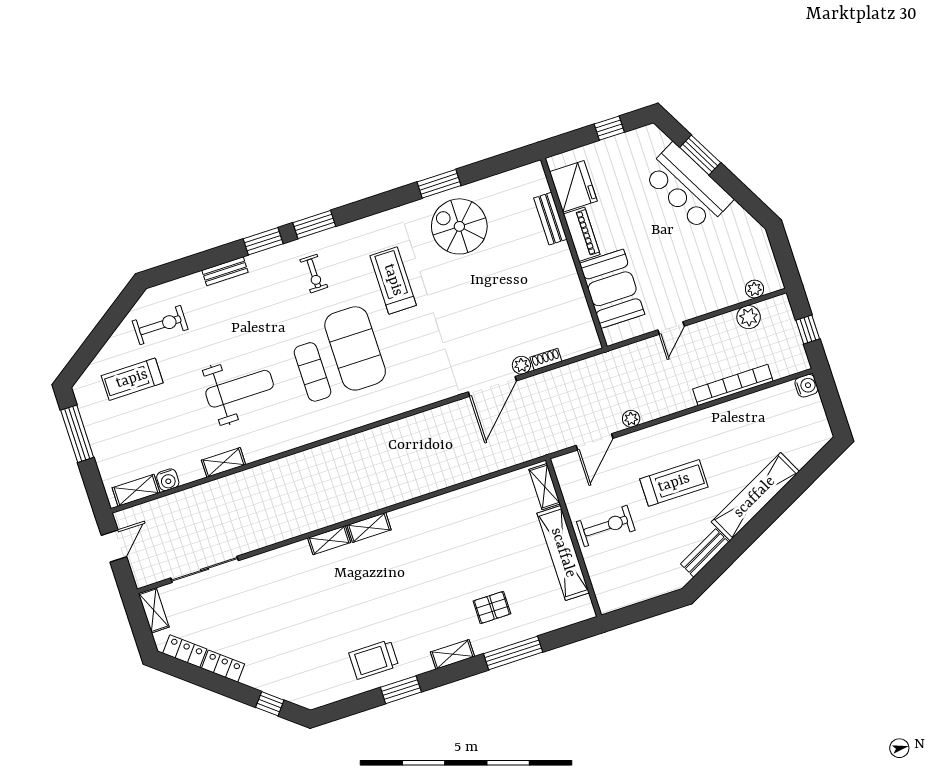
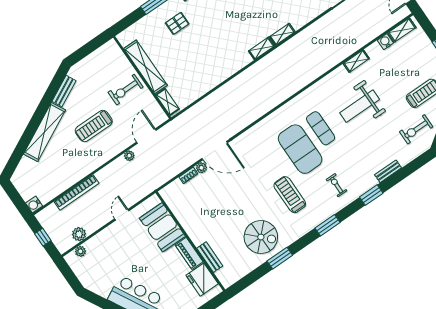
window: (314, 225) -> (327, 225), moved
treadmill: (393, 280) -> (290, 195), turned 180
door: (492, 386) -> (215, 151), swing flipped

